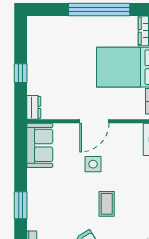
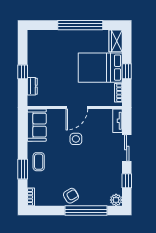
dresser: (34, 107) -> (32, 86), moved
coffee table: (107, 204) -> (39, 162), moved

